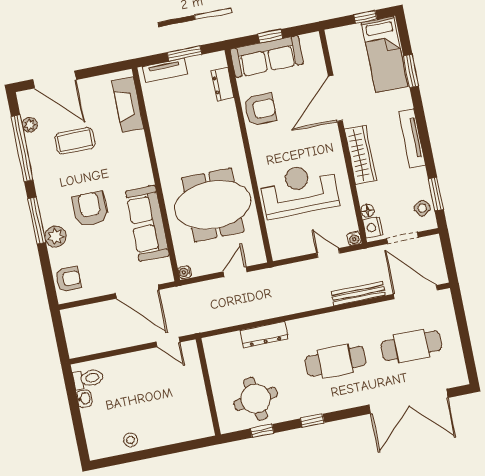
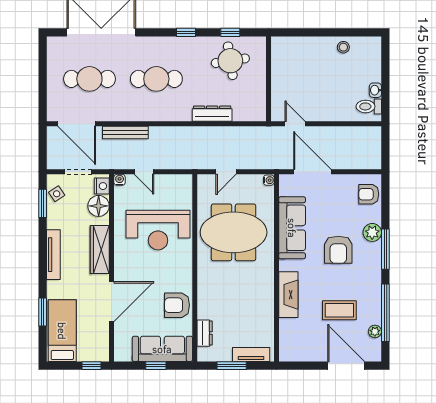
window: (365, 17) -> (92, 366), moved
fireplace: (128, 105) -> (288, 295), moved
floor lamp: (367, 211) -> (99, 206), width x1.89, depth x1.89

